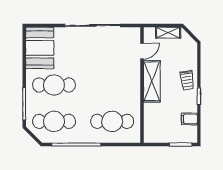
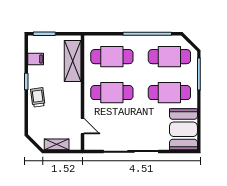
door: (142, 51) -> (82, 126), swing flipped
shelving: (152, 81) -> (73, 61), moved
cafe table: (112, 85) -> (112, 93), added

